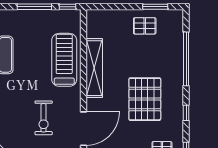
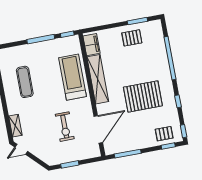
filing cabinet: (94, 25) -> (92, 45), added
pallet: (145, 99) -> (143, 96), turned 90

